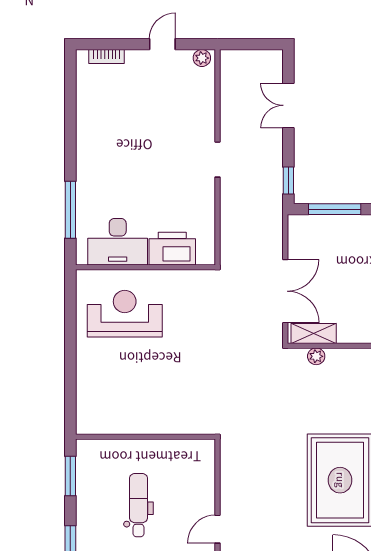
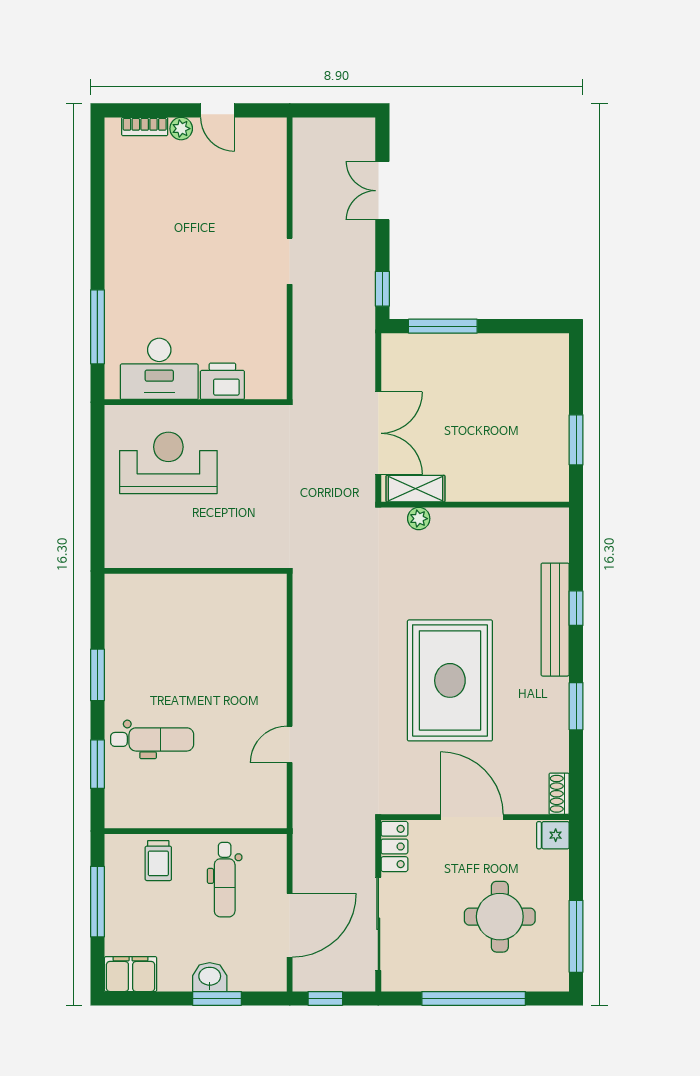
door: (162, 44) -> (218, 110), swing flipped
plant: (202, 58) -> (181, 129), moved
printer: (172, 249) -> (222, 381), width x0.73, depth x0.84
wall: (146, 437) -> (196, 571), moved
dental chair: (138, 505) -> (152, 739), moved, turned 90

